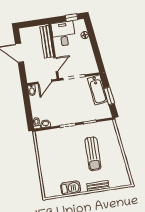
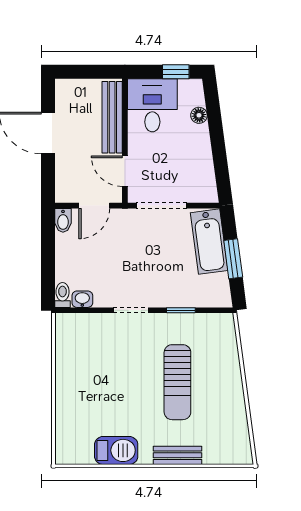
door: (56, 65) -> (125, 171), swing flipped

